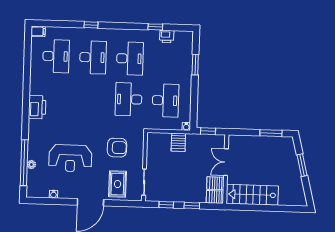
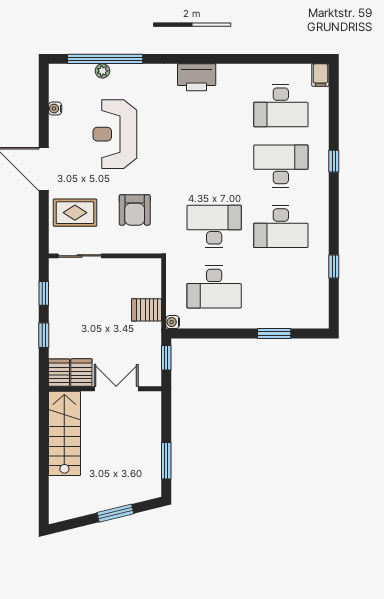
printer: (167, 36) -> (319, 285), removed
desk: (93, 57) -> (281, 166), turned 180

